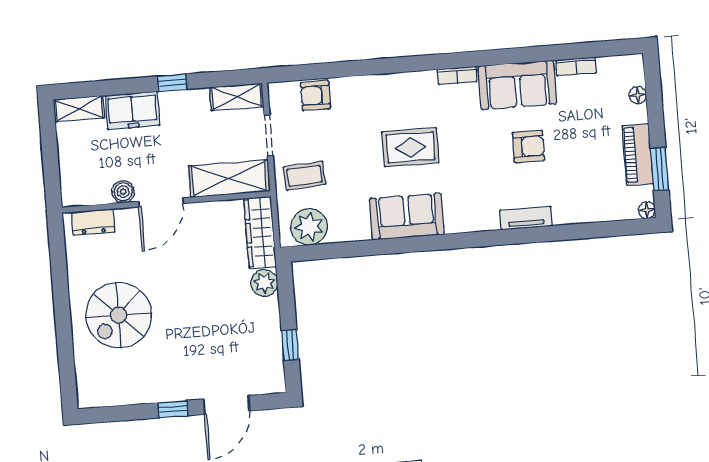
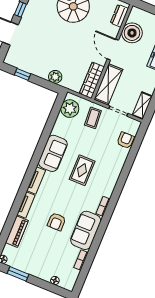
piano: (638, 155) -> (17, 232), moved, turned 90
boiler: (123, 192) -> (132, 33), width x1.86, depth x1.86
tv unit: (472, 222) -> (36, 181), added
wardrobe: (260, 232) -> (92, 80), moved, turned -90

